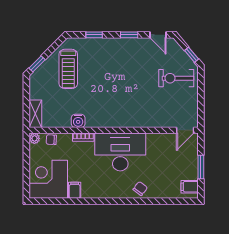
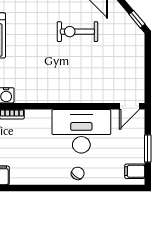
exercise bike: (176, 78) -> (77, 32), moved
desk: (120, 152) -> (81, 131), moved

